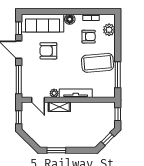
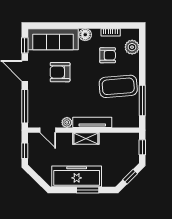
shelving: (59, 107) -> (86, 138), moved
freezer: (62, 139) -> (77, 176), added
window: (56, 150) -> (88, 190), moved

